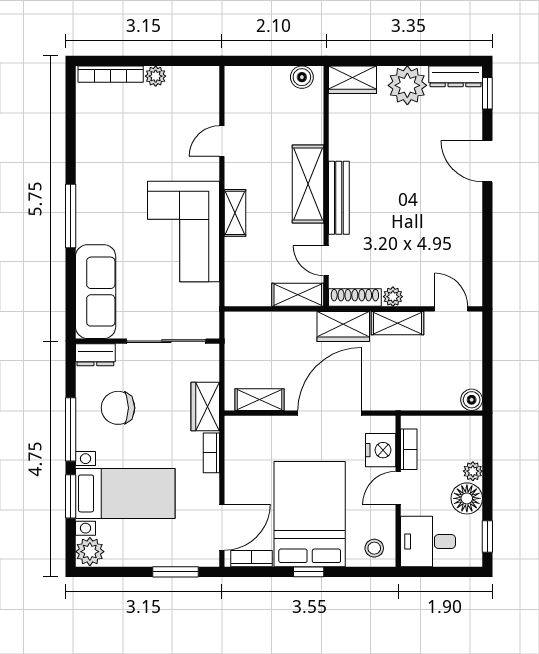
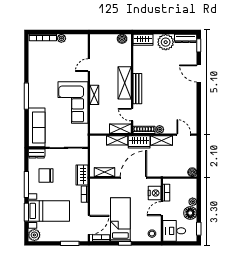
shelving: (290, 323) -> (117, 140), added
bed: (310, 514) -> (120, 220), width x0.67

